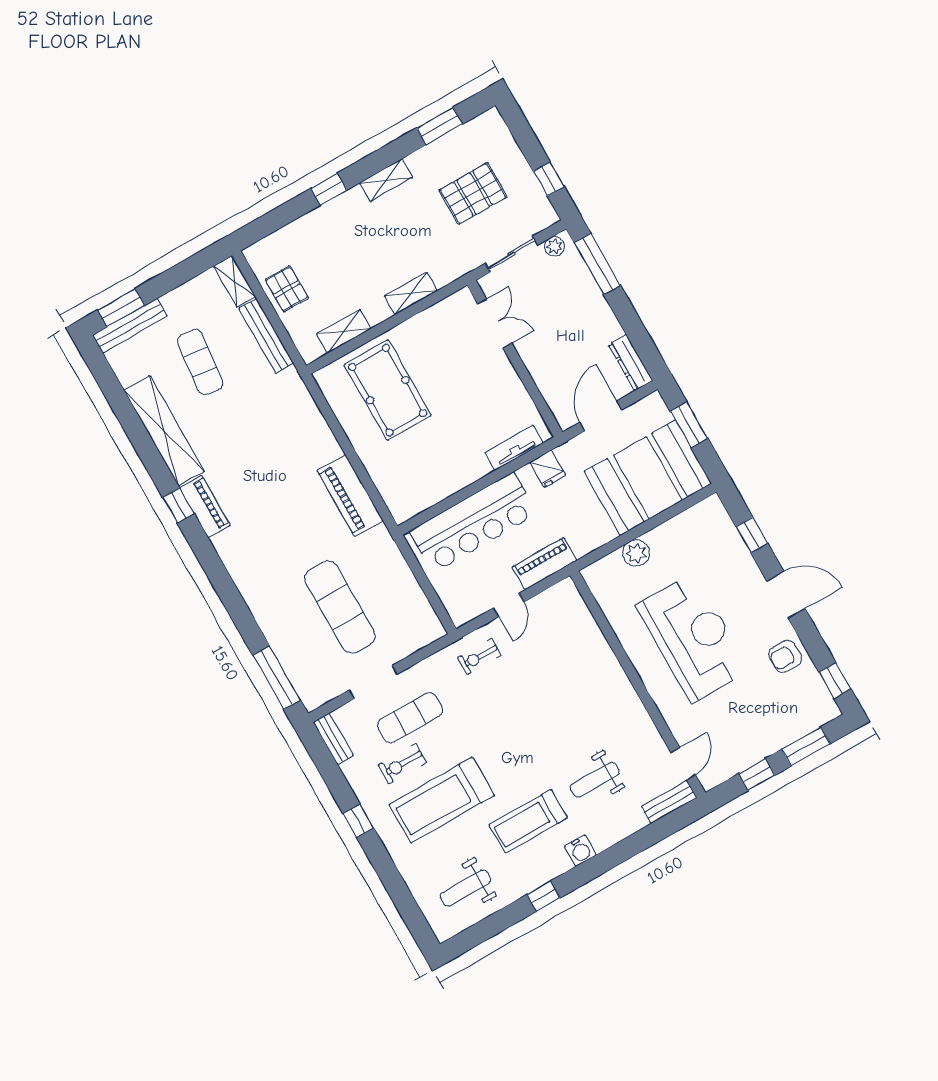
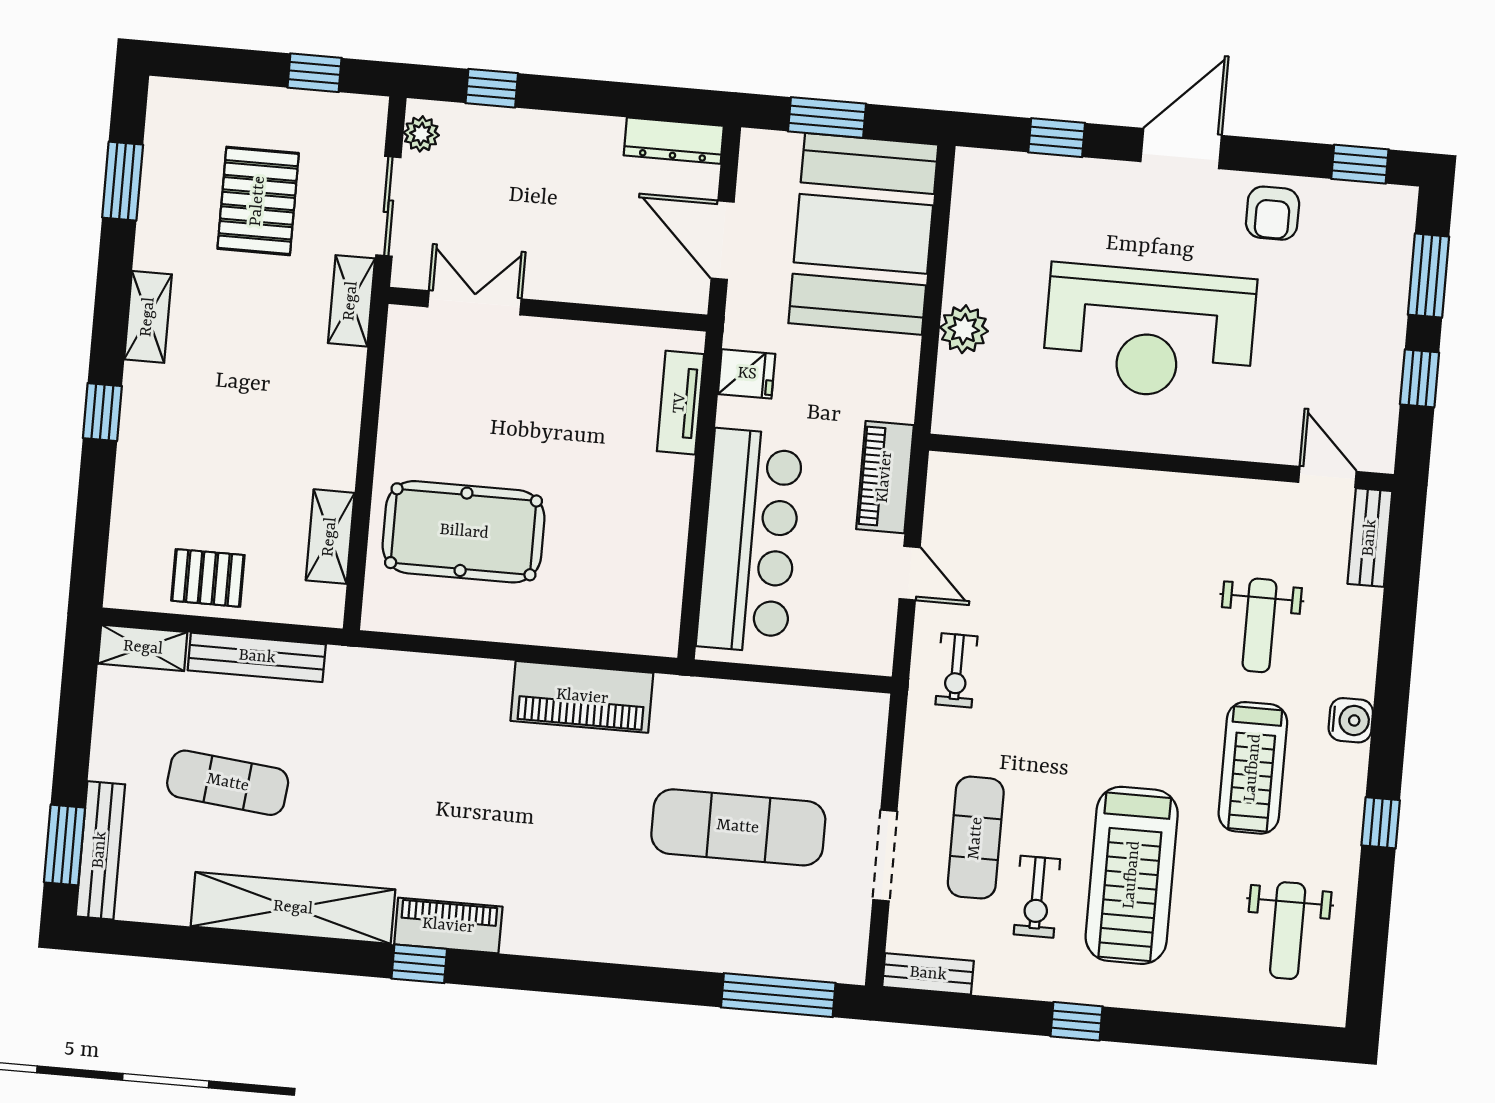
window: (597, 264) -> (492, 88), width x0.46
shelving: (411, 293) -> (351, 301), moved
reception desk: (693, 638) -> (1149, 332), turned 180

